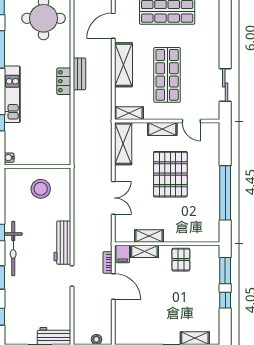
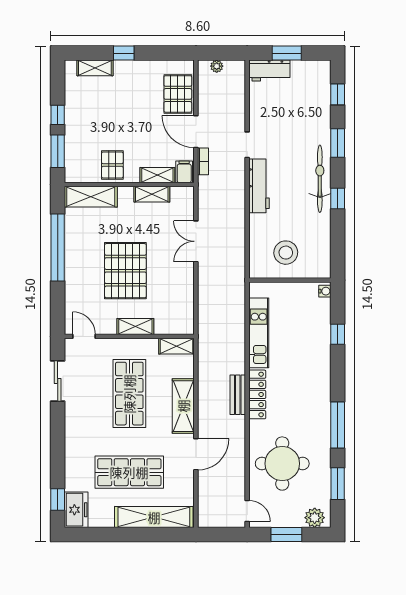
locker: (64, 81) -> (257, 394), width x1.53
kitchen unit: (12, 94) -> (259, 333), moved, turned 180
door: (191, 121) -> (84, 336), moved
shelving: (123, 144) -> (91, 197), moved, turned 90
pallet: (128, 317) -> (178, 94), added

